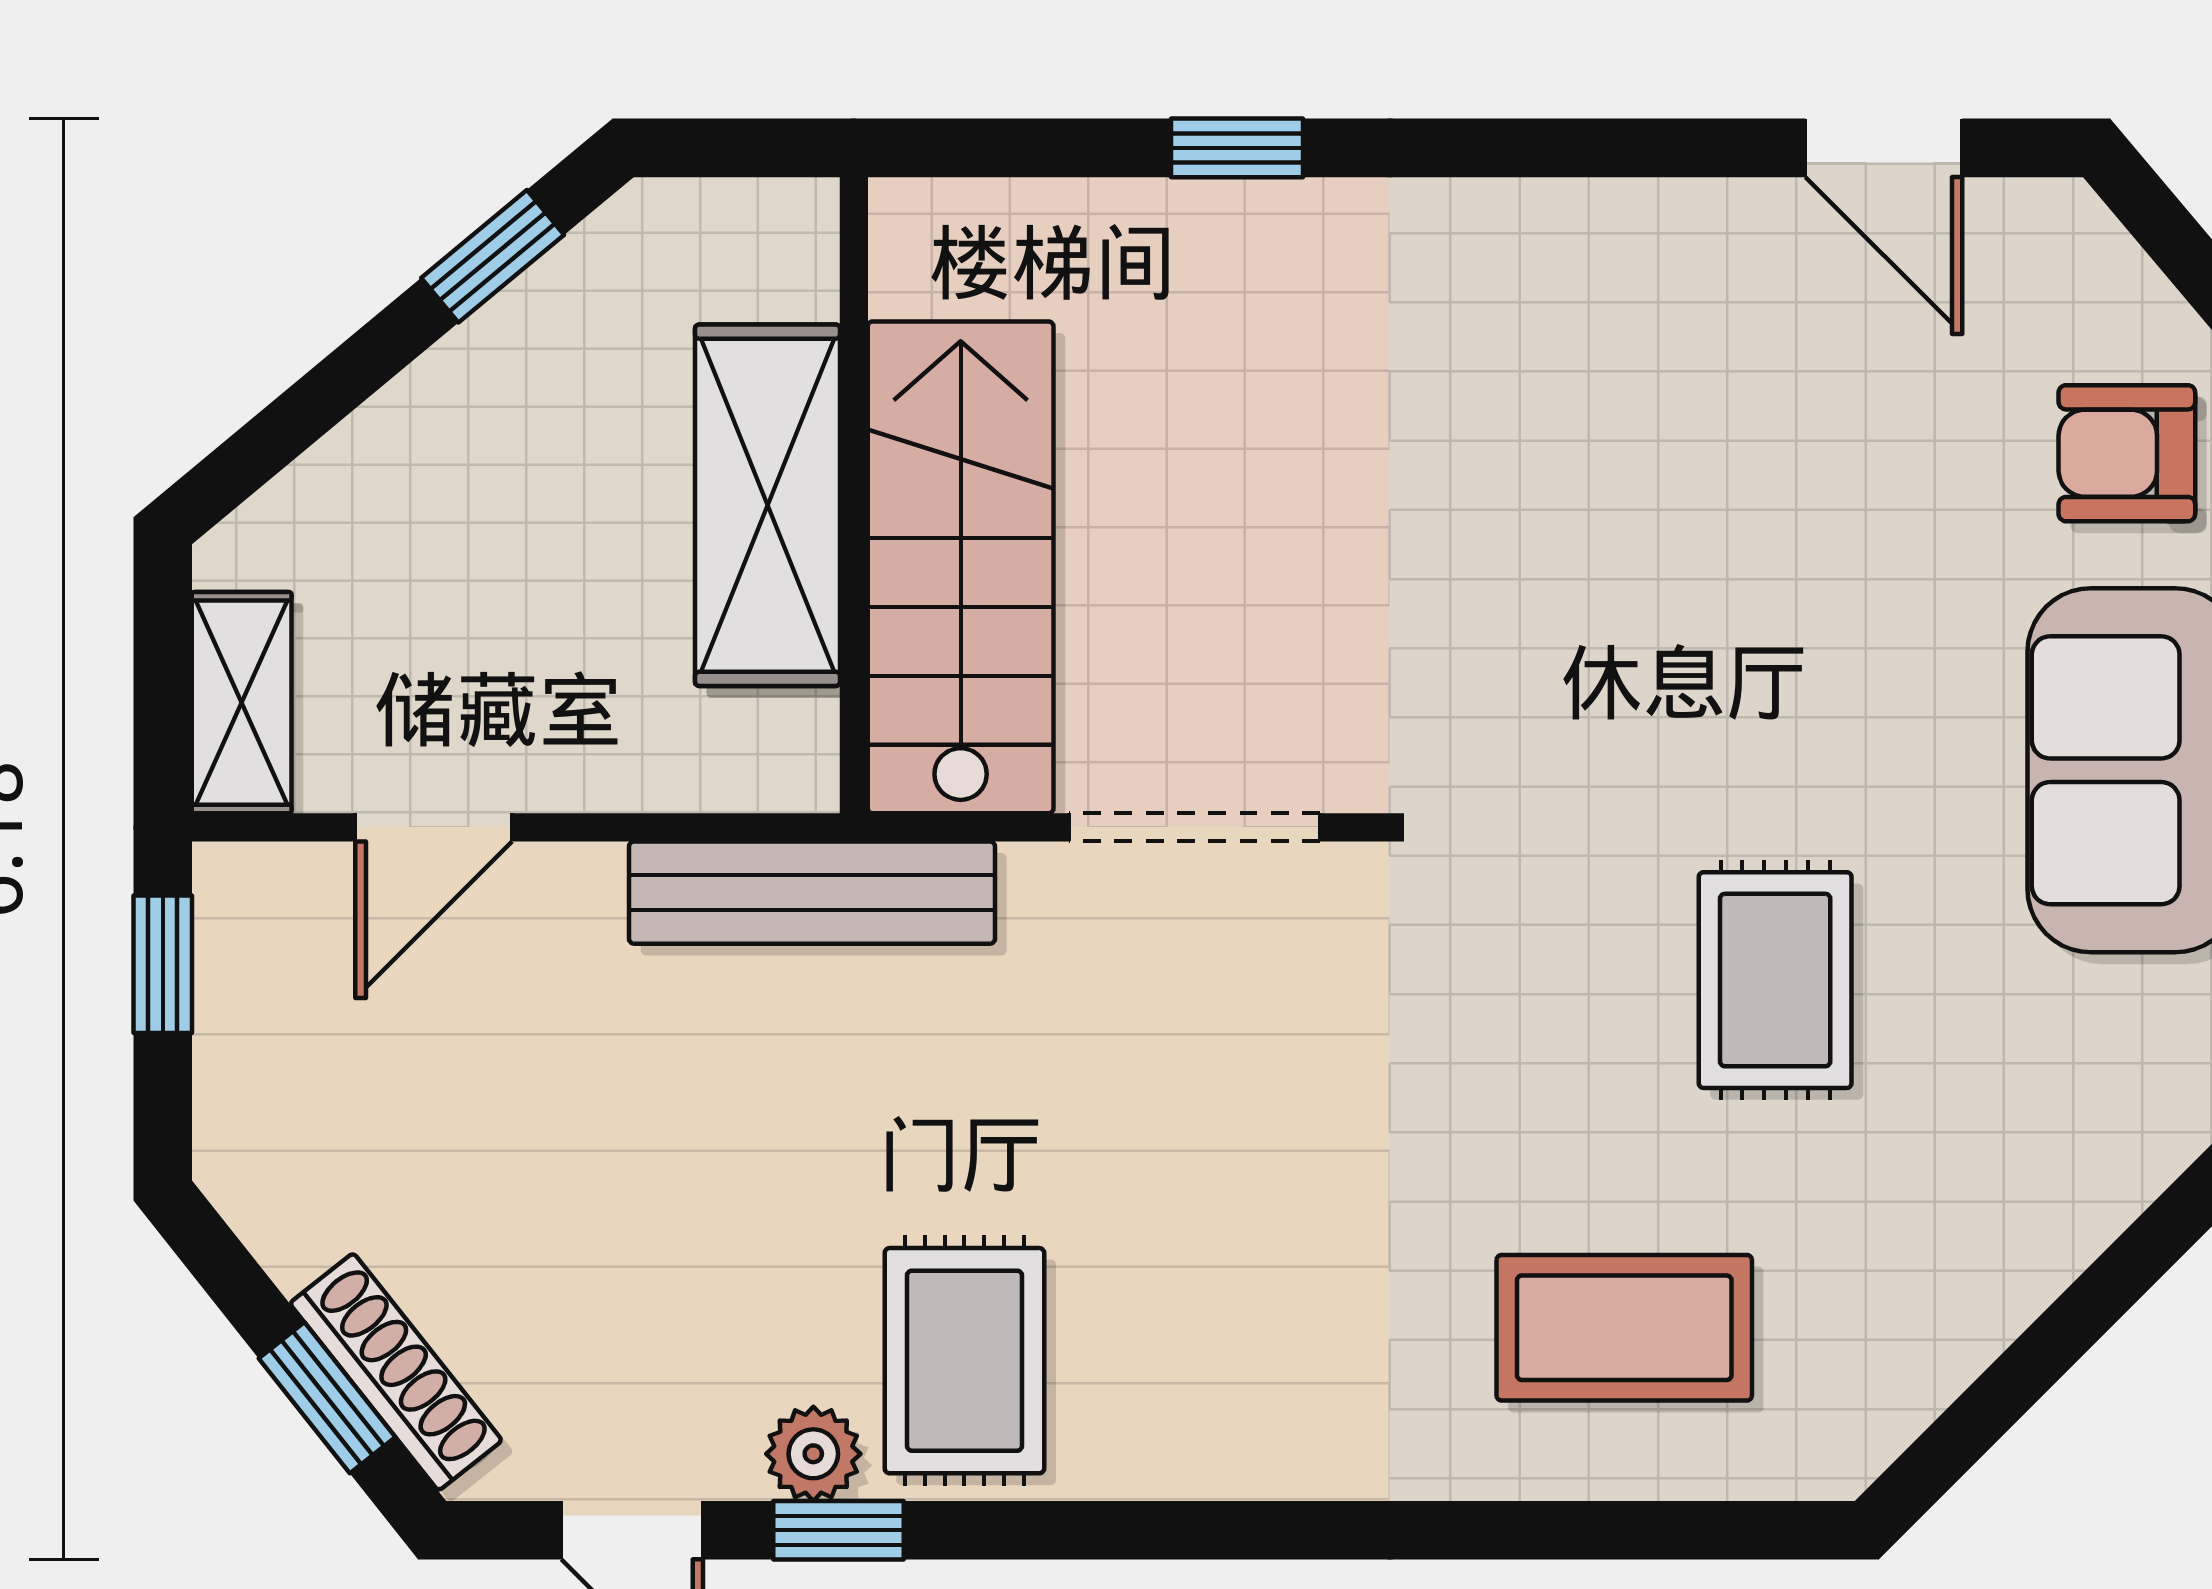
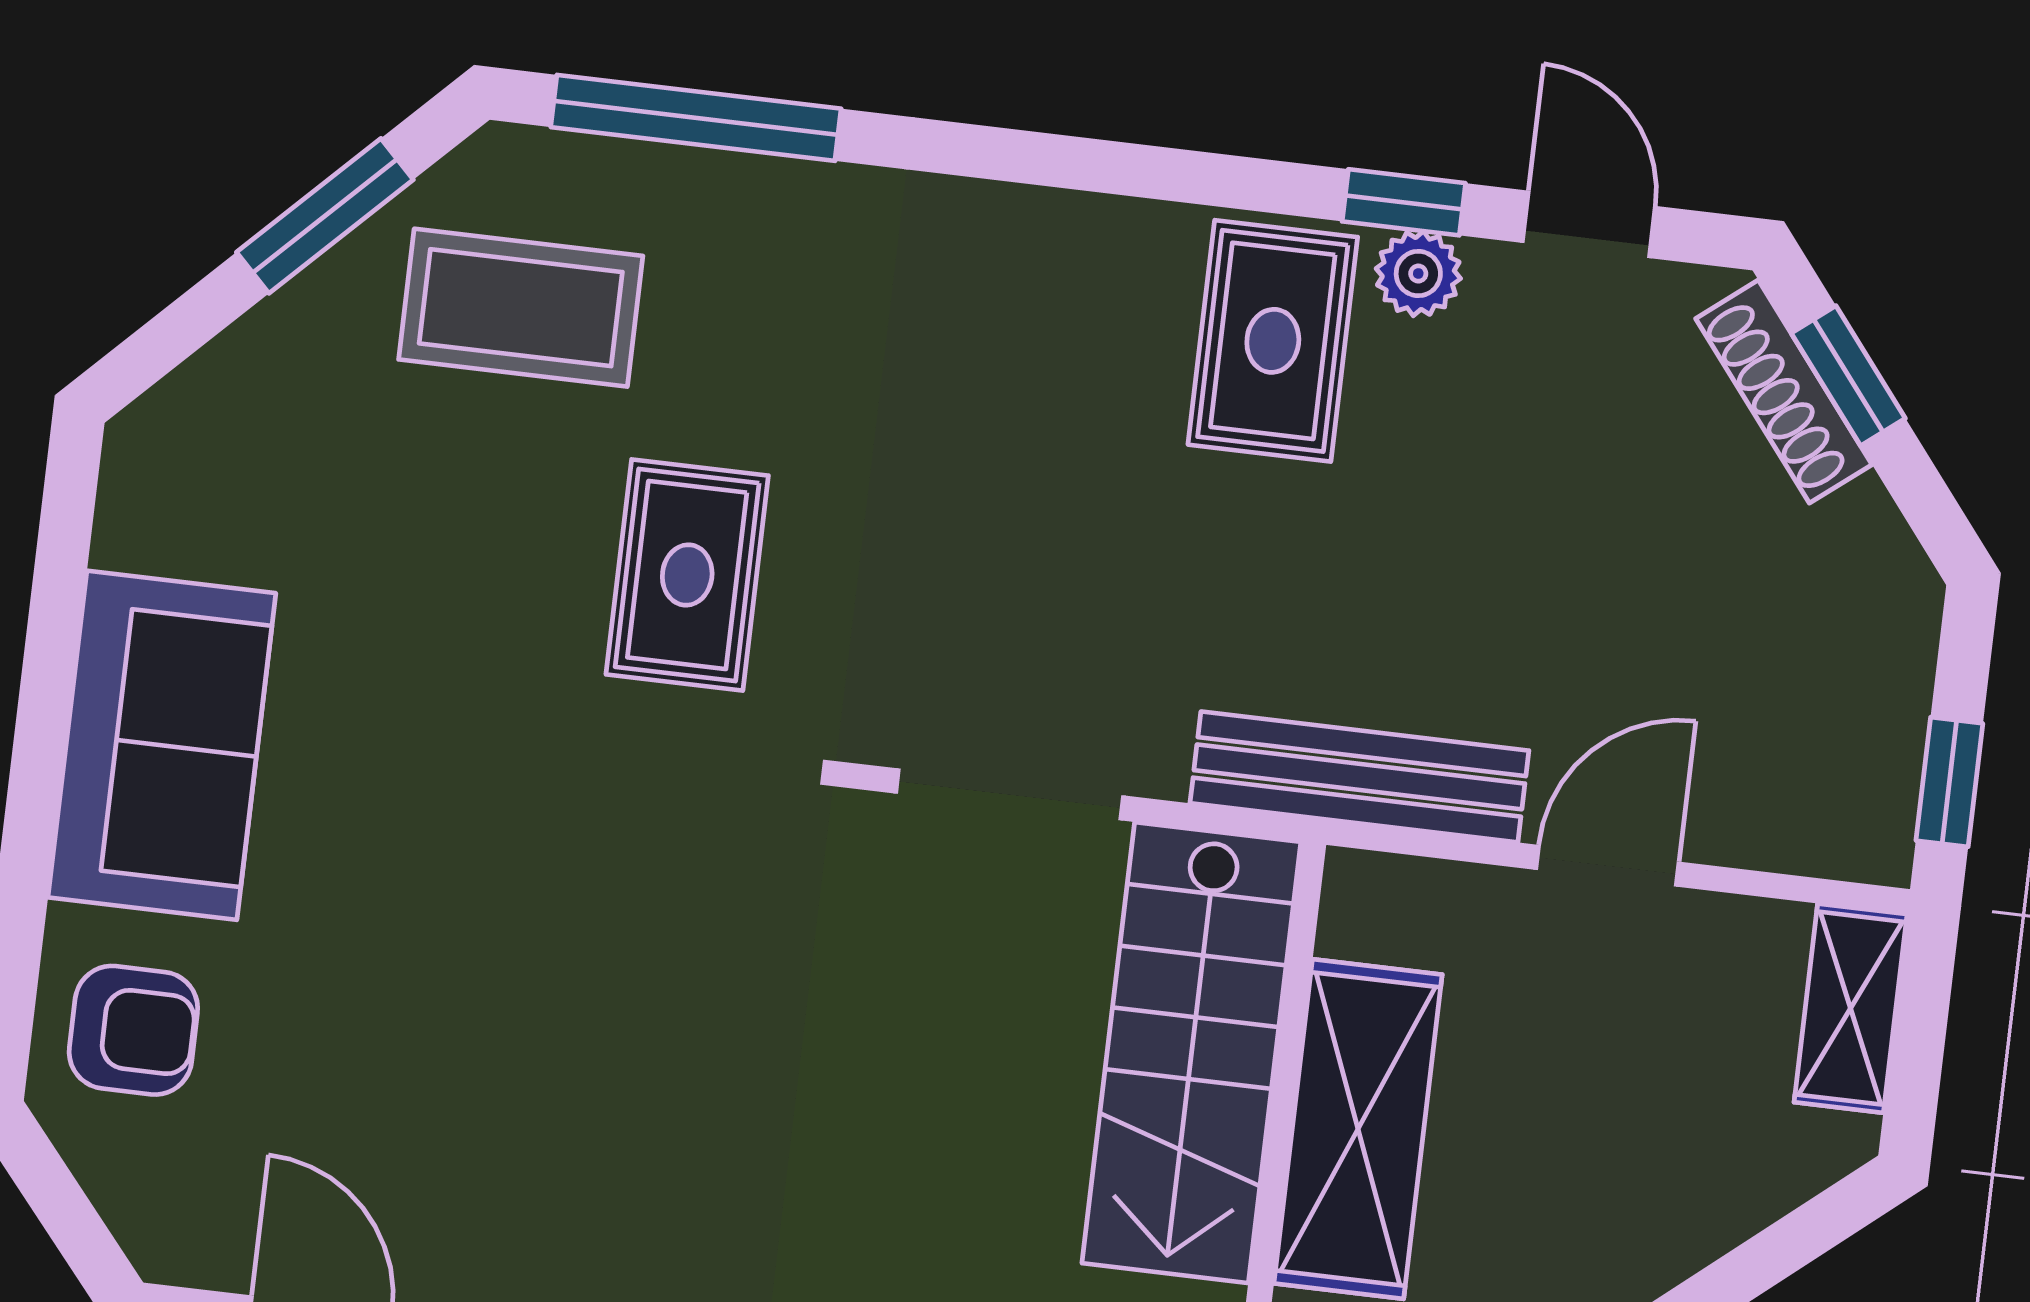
door: (434, 827) -> (1607, 866), moved
rug: (1775, 980) -> (687, 575), moved
coffee table: (1624, 1328) -> (521, 308), moved
window: (2023, 1374) -> (325, 216), added
window: (1628, 1530) -> (696, 118), added

